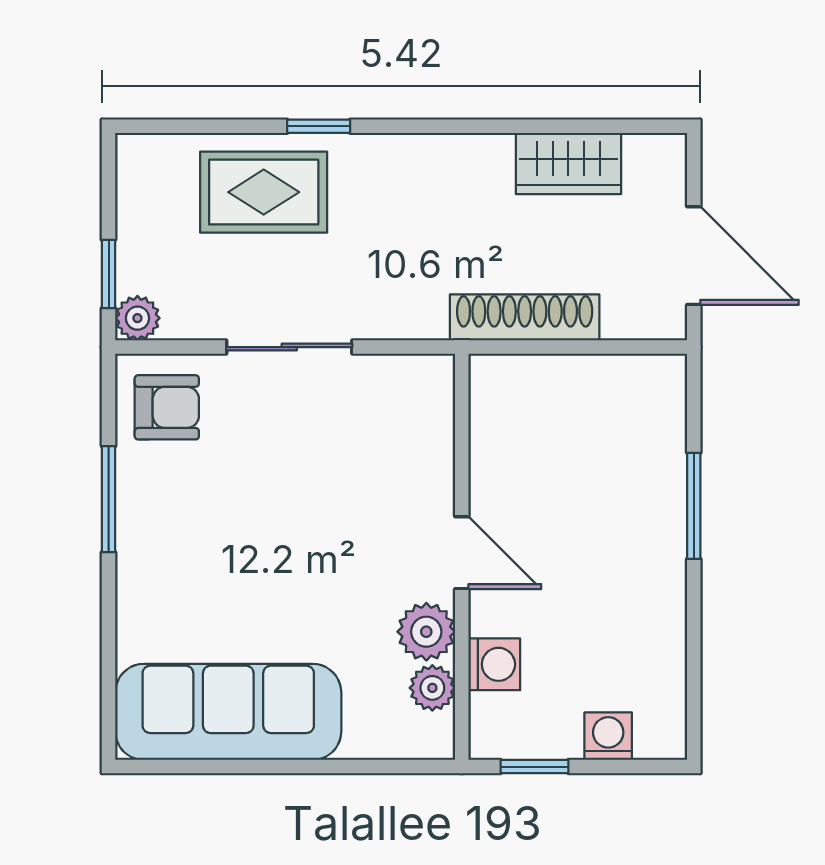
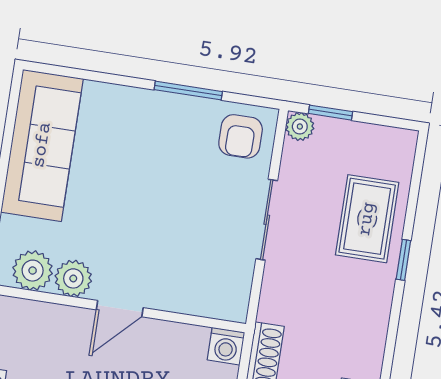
washing machine: (494, 664) -> (226, 346), moved
plant: (432, 688) -> (33, 271), width x1.38, depth x1.38

